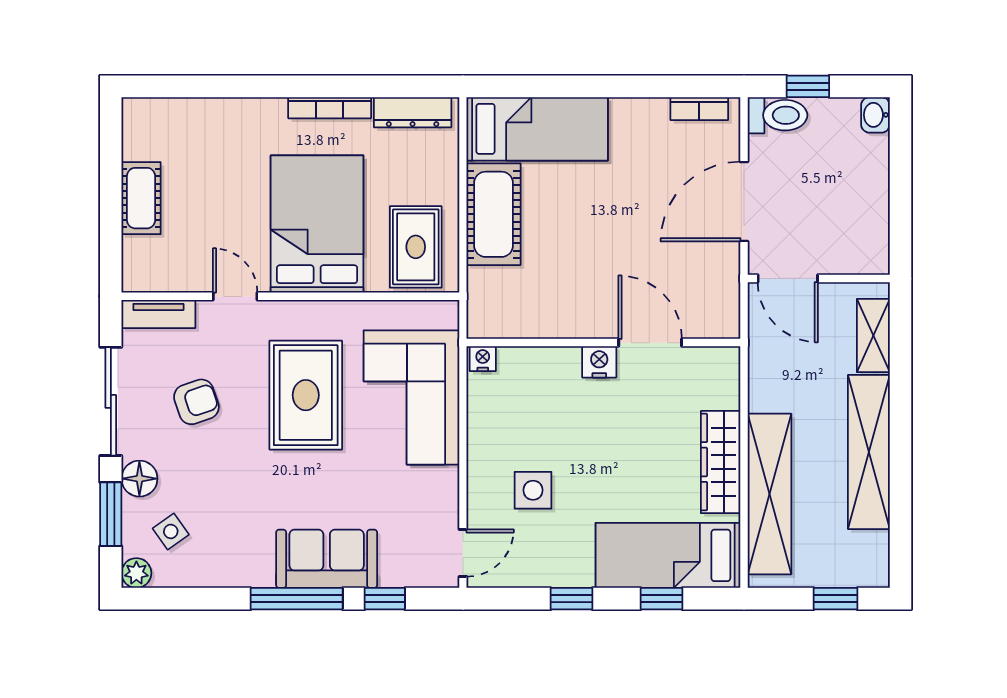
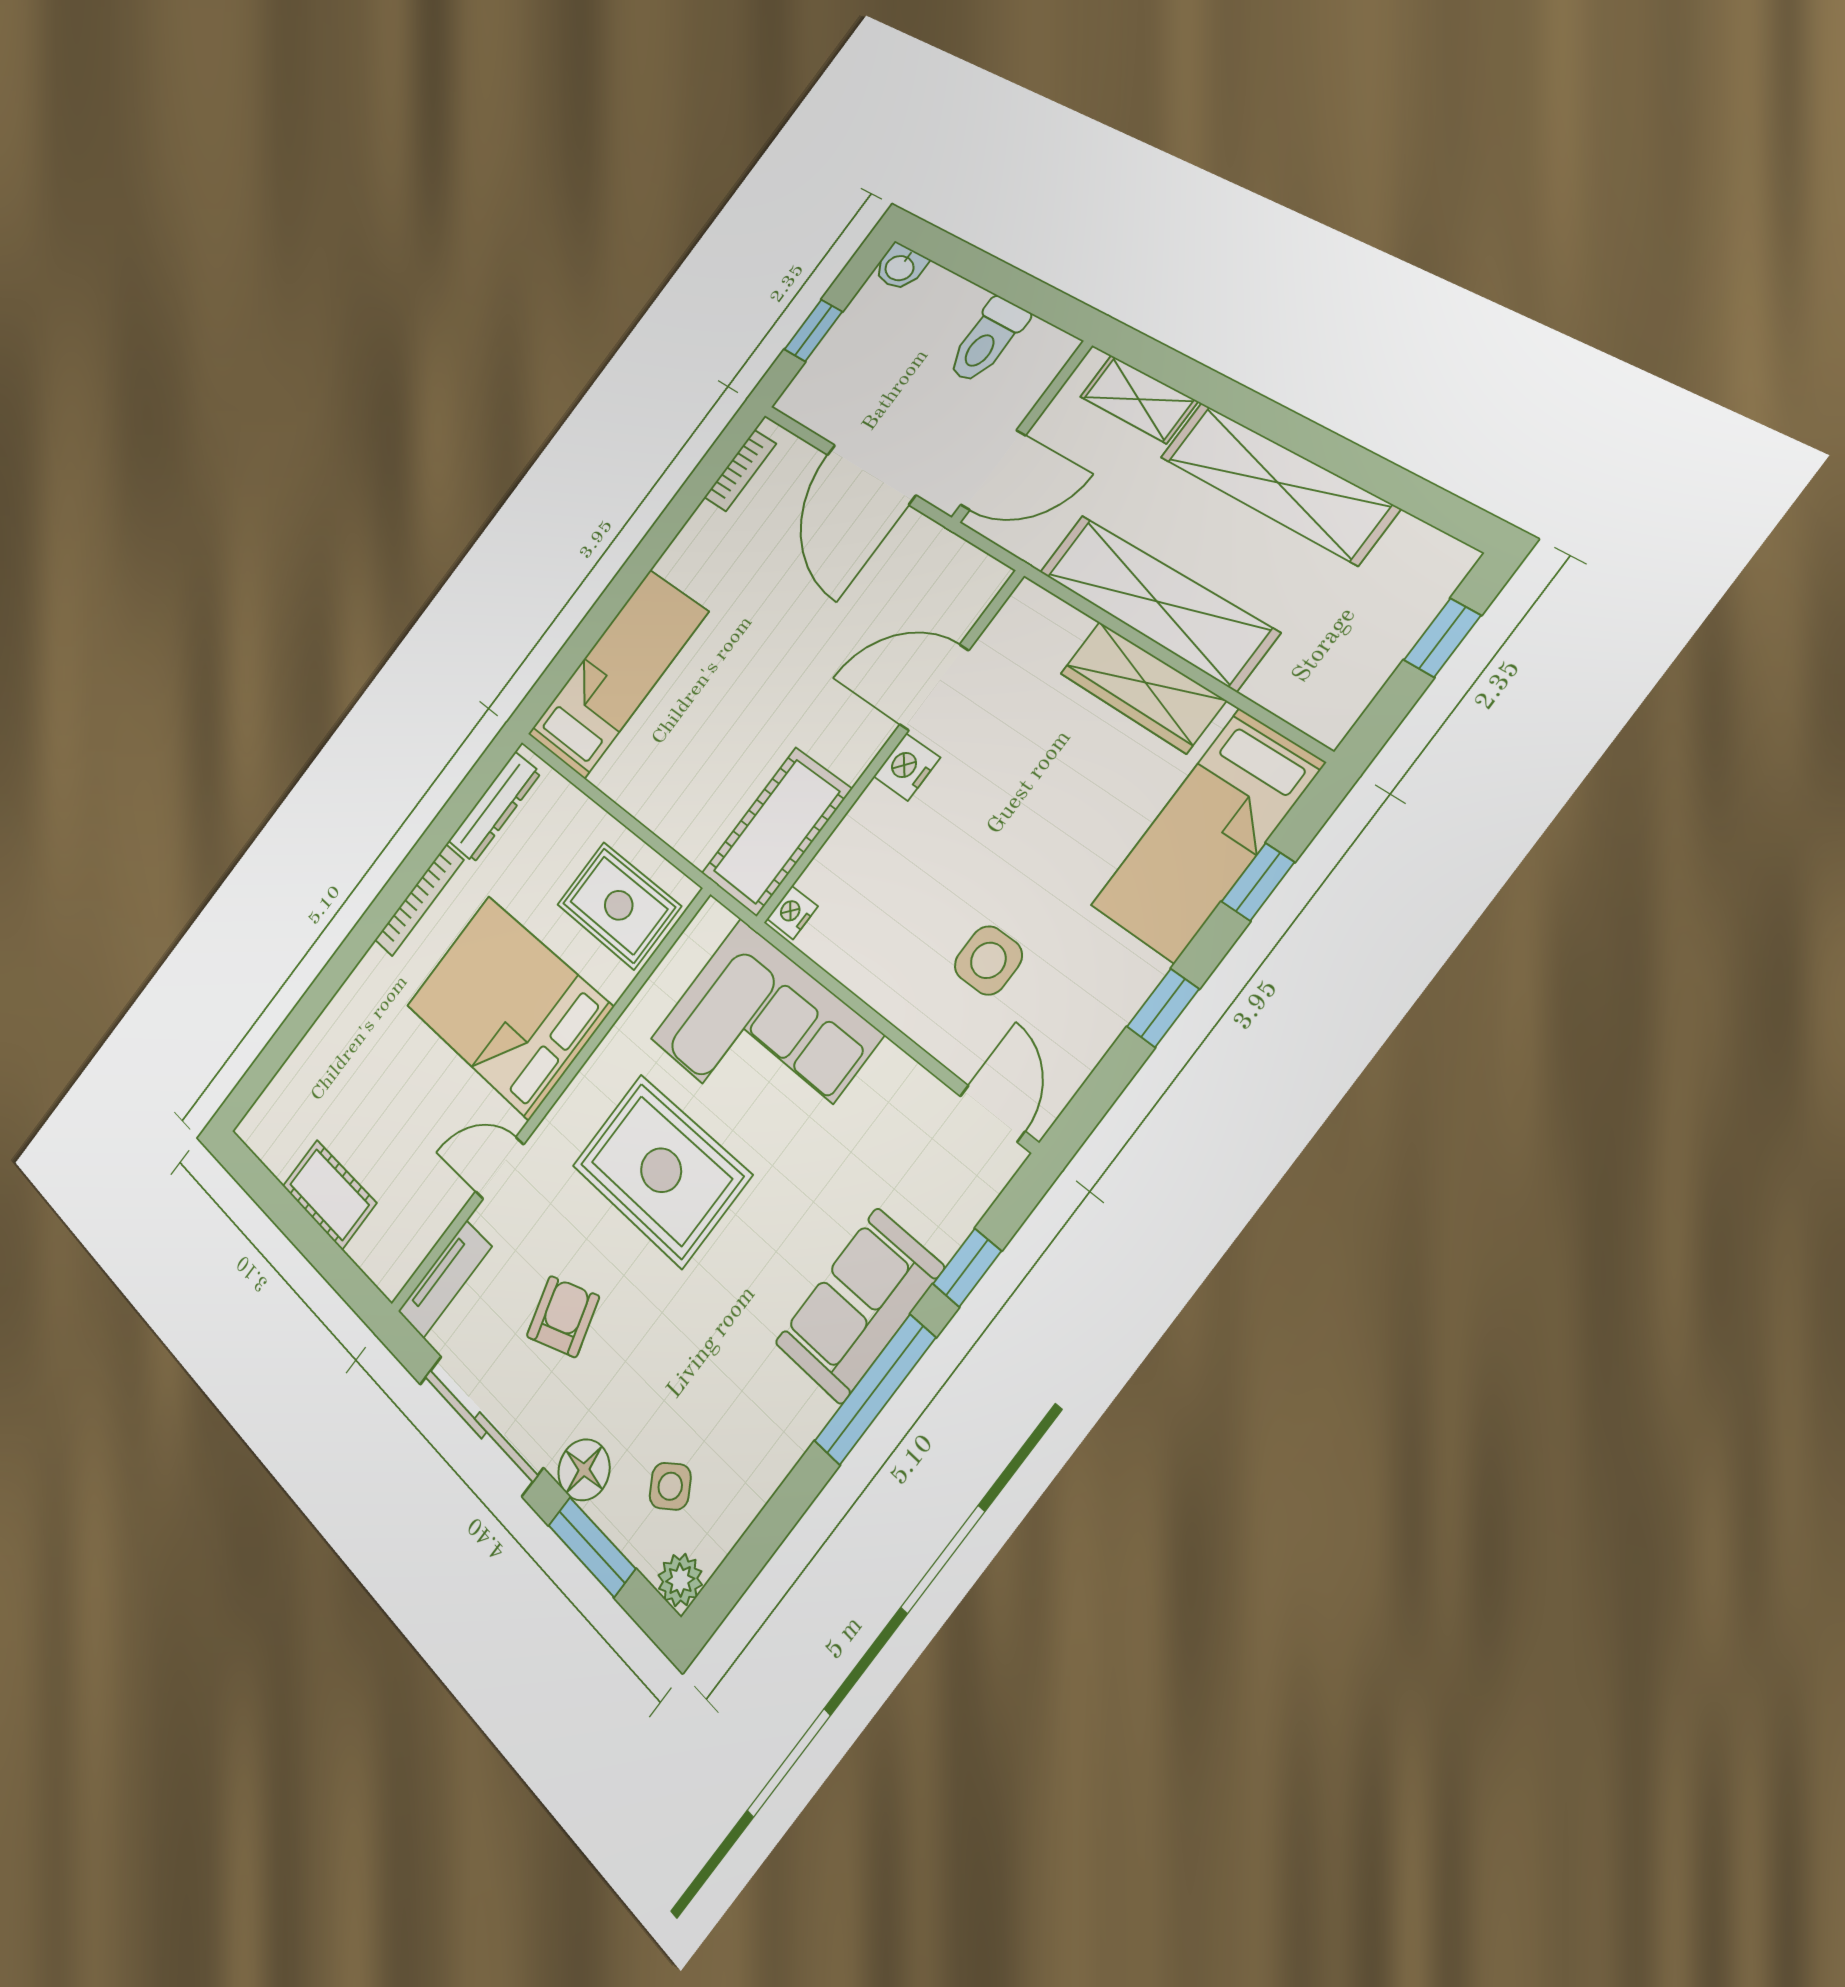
toilet: (777, 115) -> (987, 340), moved, turned 180
cot: (494, 214) -> (776, 831), moved, turned 90
shelving: (769, 494) -> (1157, 602), moved

